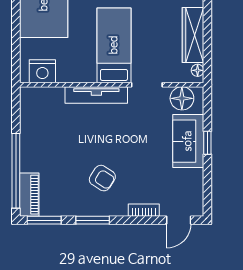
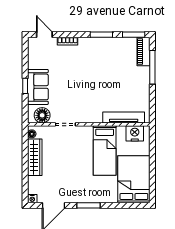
bed: (114, 45) -> (105, 150), moved
tv unit: (96, 95) -> (124, 117), moved
window: (16, 171) -> (152, 67), width x0.68
armchair: (102, 178) -> (95, 62), removed
door: (179, 220) -> (44, 35), hinge flipped

